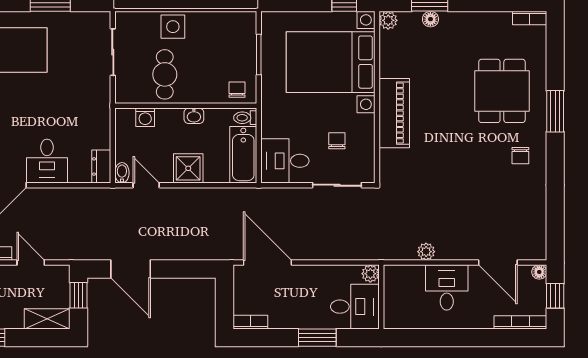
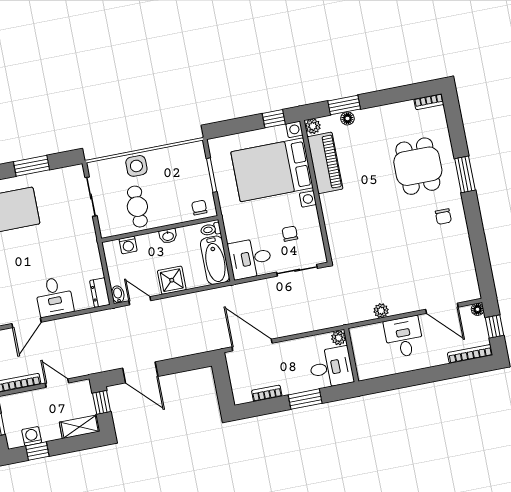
piano: (394, 113) -> (325, 163), moved
bookcase: (250, 322) -> (267, 393), moved

